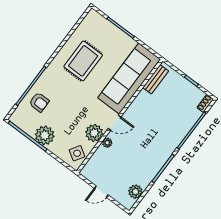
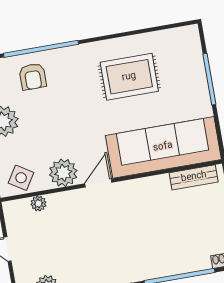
door: (115, 123) -> (98, 183), swing flipped
plant: (107, 143) -> (39, 203), moved

